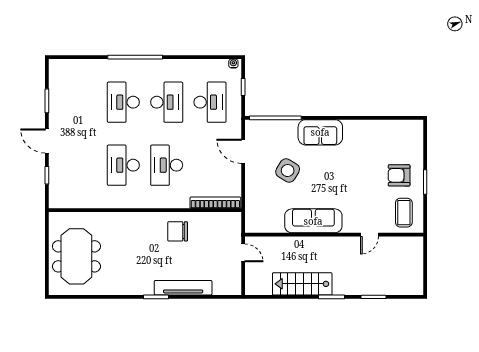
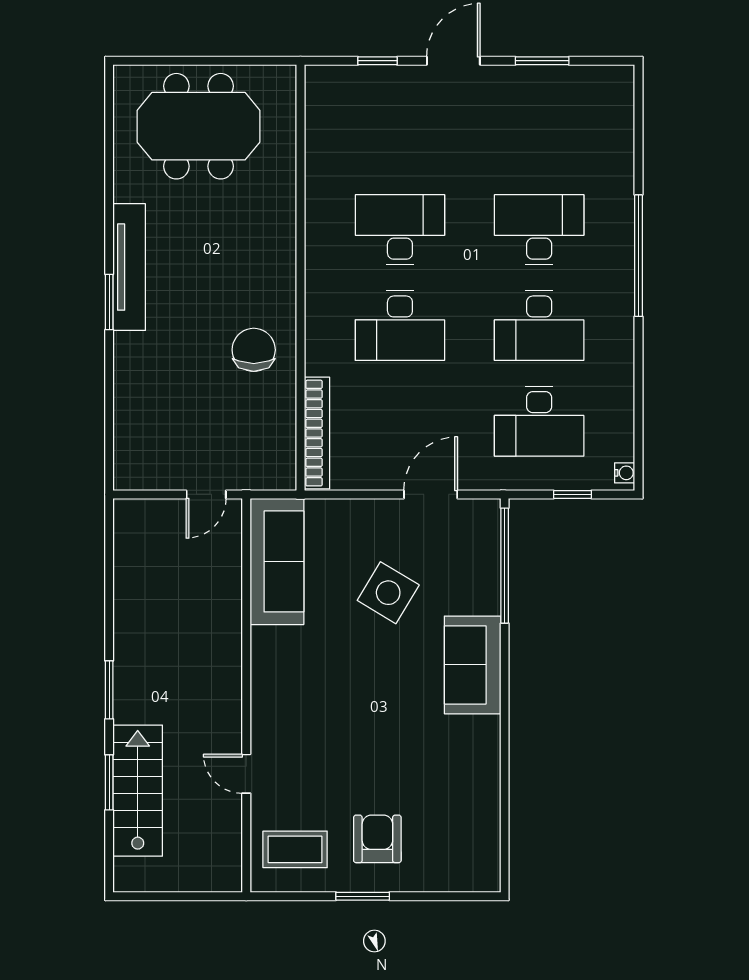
desk: (167, 165) -> (400, 325), turned 180
sofa: (313, 221) -> (277, 561), moved
stairs: (302, 284) -> (138, 791), moved
tv unit: (183, 288) -> (129, 267), moved

